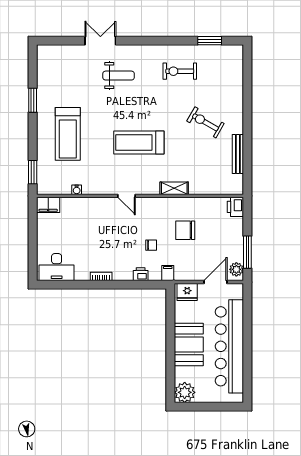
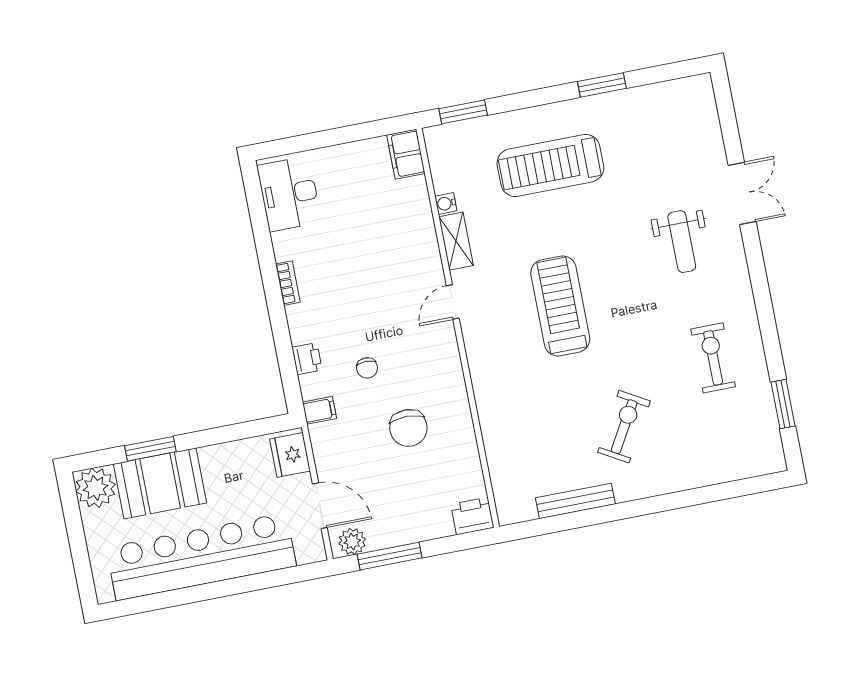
shelving: (174, 188) -> (456, 241), moved
chair: (185, 230) -> (408, 428), turned 180
booth: (189, 344) -> (160, 483), moved
window: (170, 361) -> (150, 449), added

